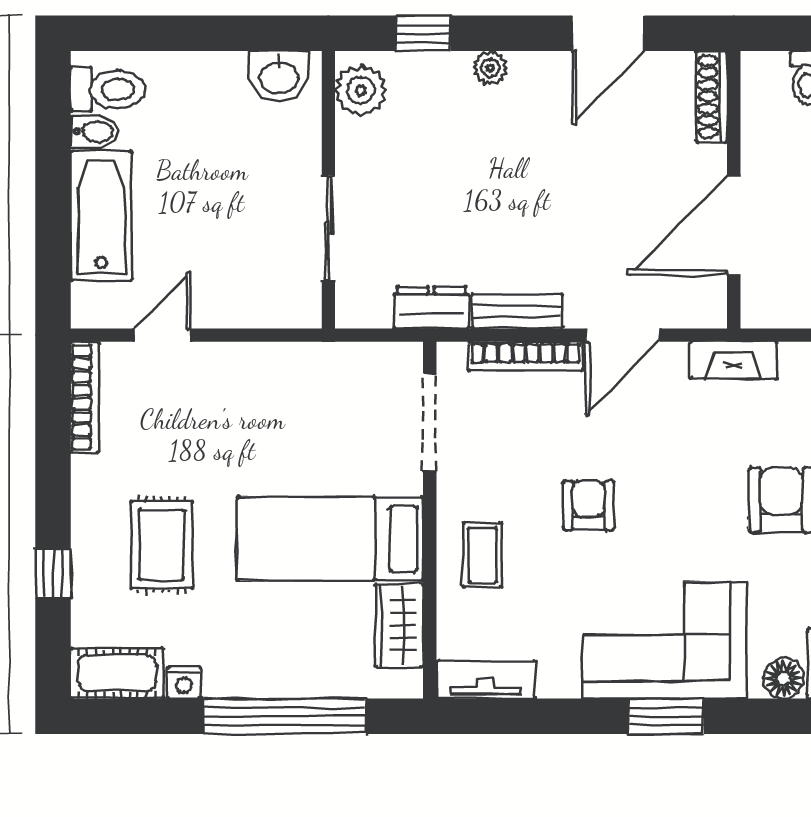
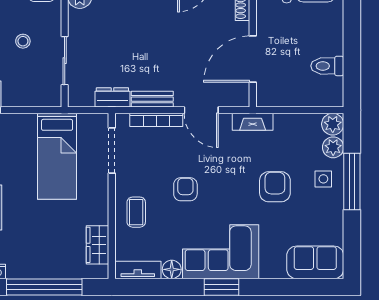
stool: (238, 187) -> (23, 41), added
door: (623, 335) -> (201, 110), hinge flipped
bed: (330, 539) -> (57, 156), moved, turned -90
floor lamp: (783, 678) -> (172, 269), moved

